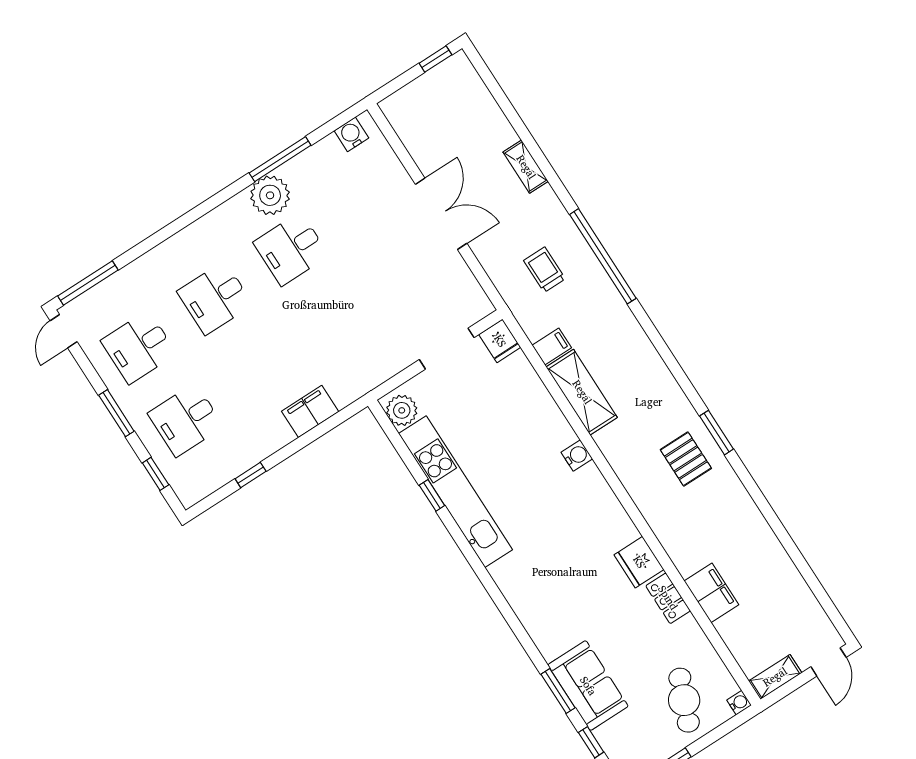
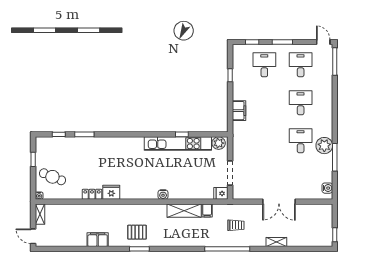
filing cabinet: (711, 593) -> (98, 240), moved, turned 180
sofa: (588, 686) -> (79, 146), removed

